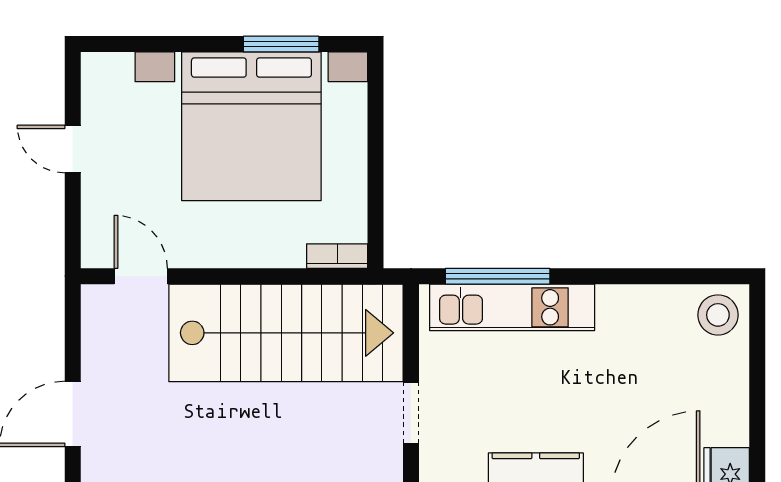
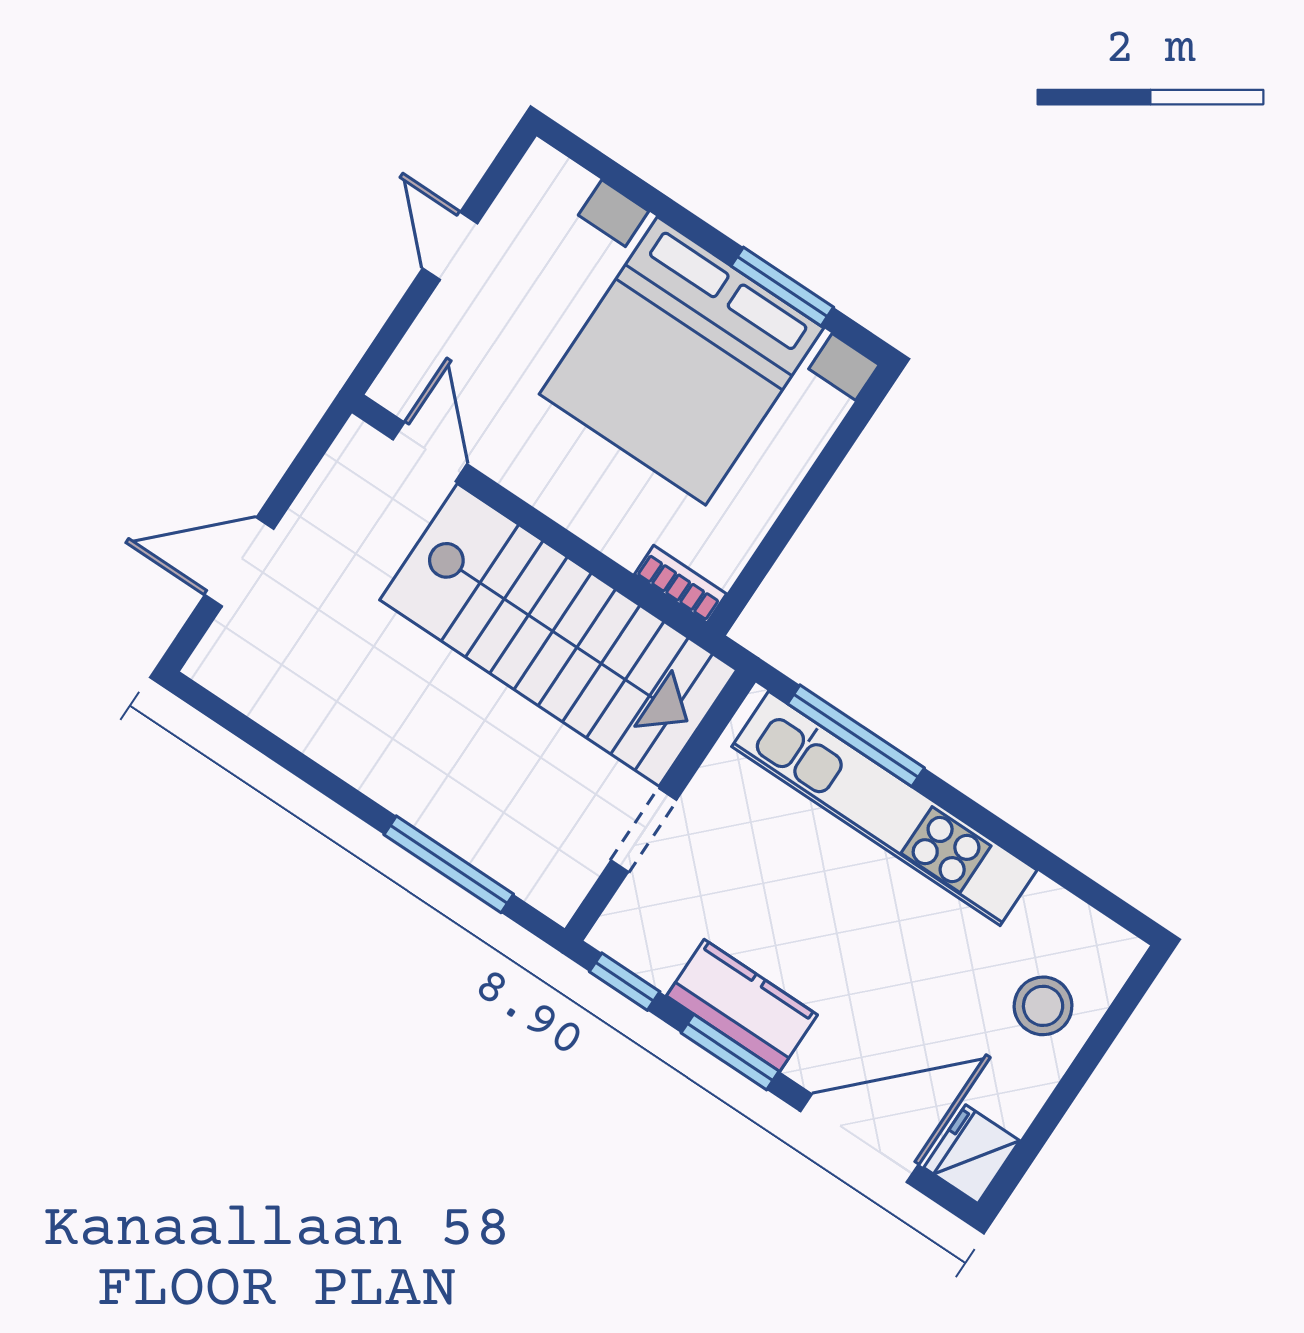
kitchen unit: (512, 307) -> (884, 808), width x1.36
stool: (718, 315) -> (1043, 1006), moved

